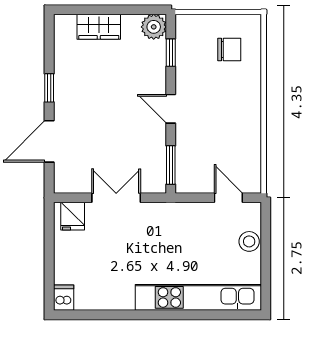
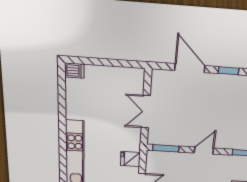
double door: (116, 198) -> (146, 112), swing flipped
fridge: (73, 216) -> (130, 159), moved

